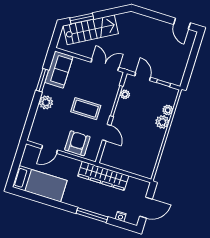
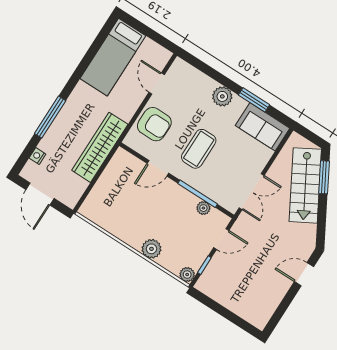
door: (182, 24) -> (304, 274), moved
plant: (168, 110) -> (187, 275), moved

